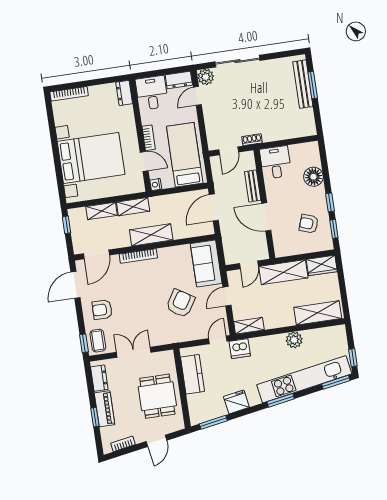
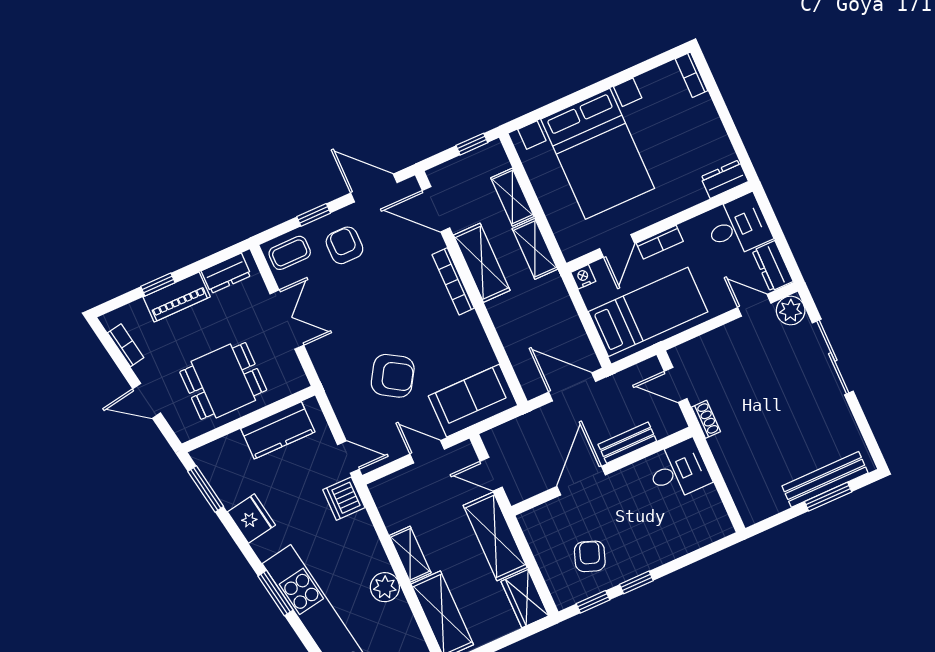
bookcase: (69, 94) -> (692, 75), width x0.64
floor lamp: (313, 177) -> (672, 542), removed
shelving: (151, 235) -> (482, 263), moved
shelving: (249, 326) -> (410, 554), moved
window: (84, 343) -> (314, 215), moved

